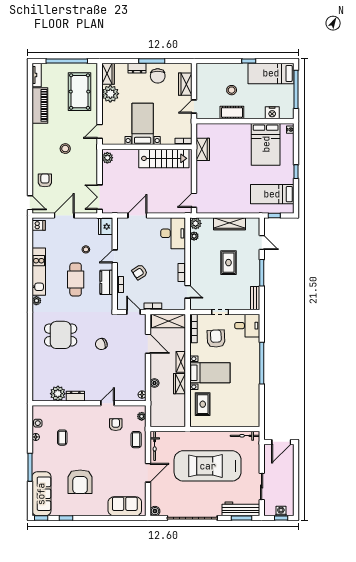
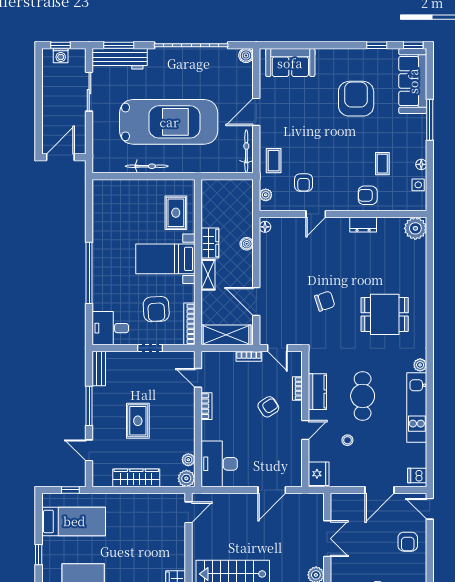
double door: (100, 197) -> (327, 539), moved
plant: (58, 394) -> (415, 228), moved
armchair: (72, 416) -> (368, 195), added
bicycle: (245, 436) -> (147, 166), moved

